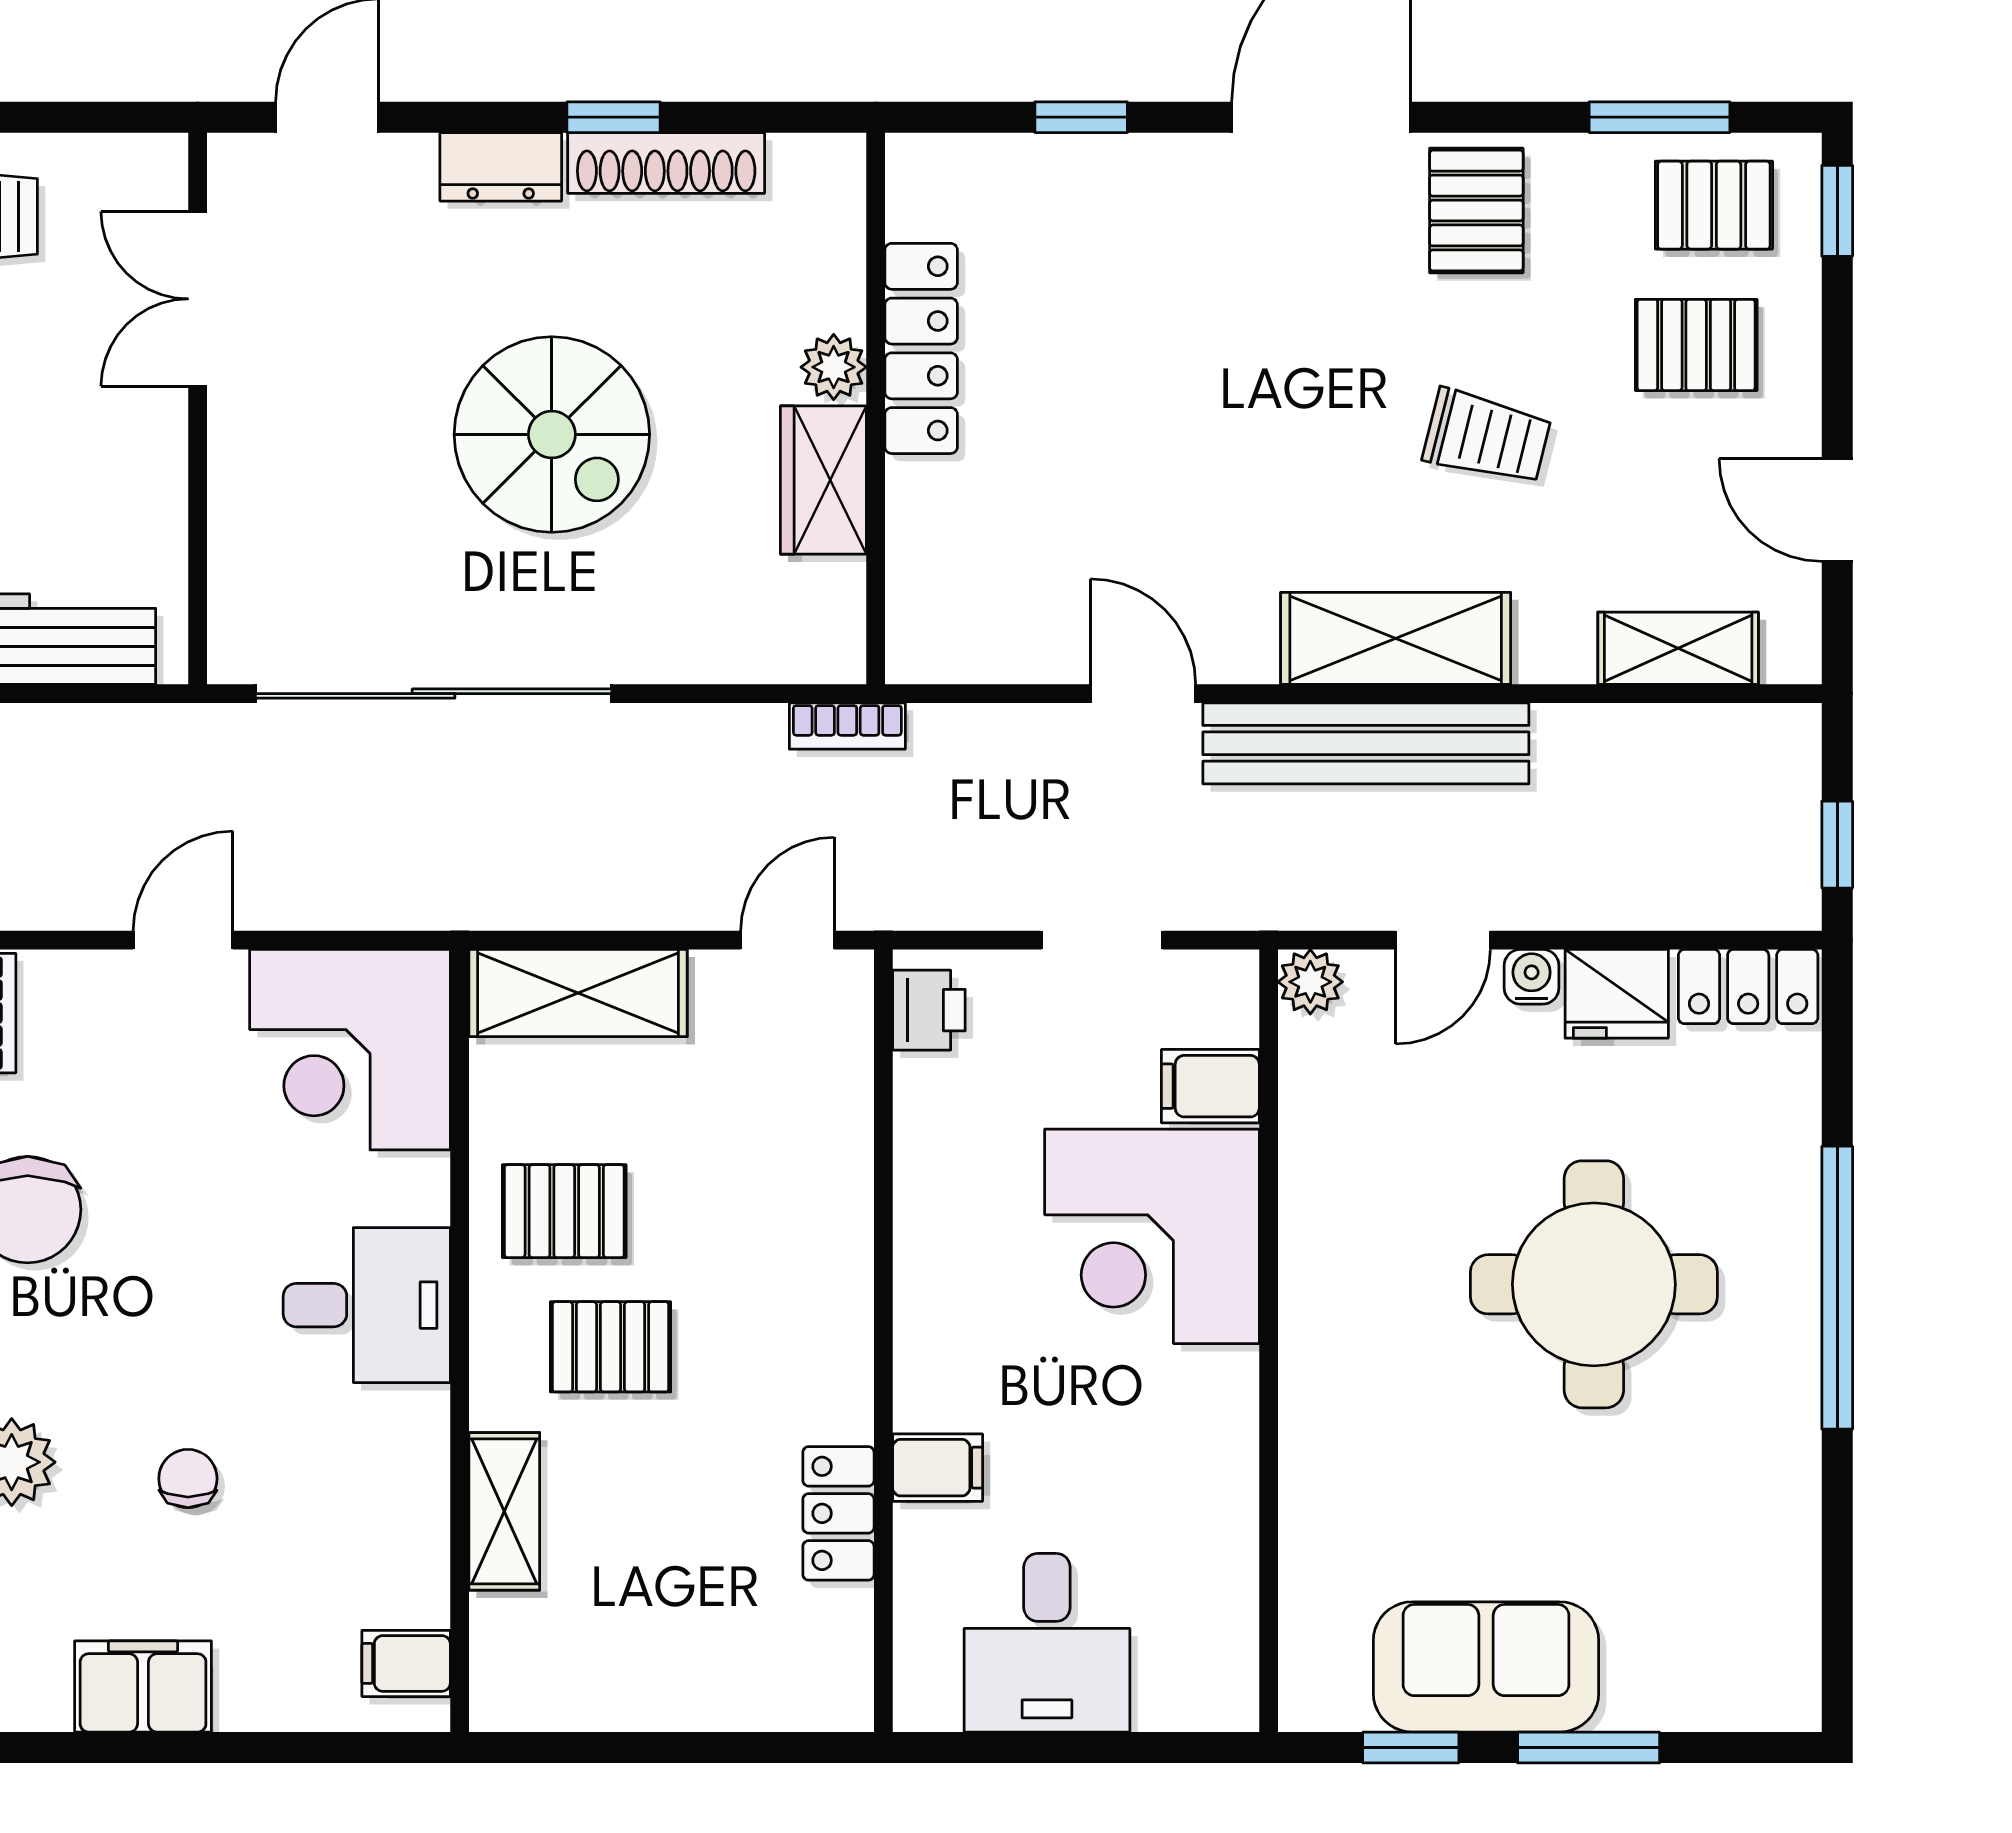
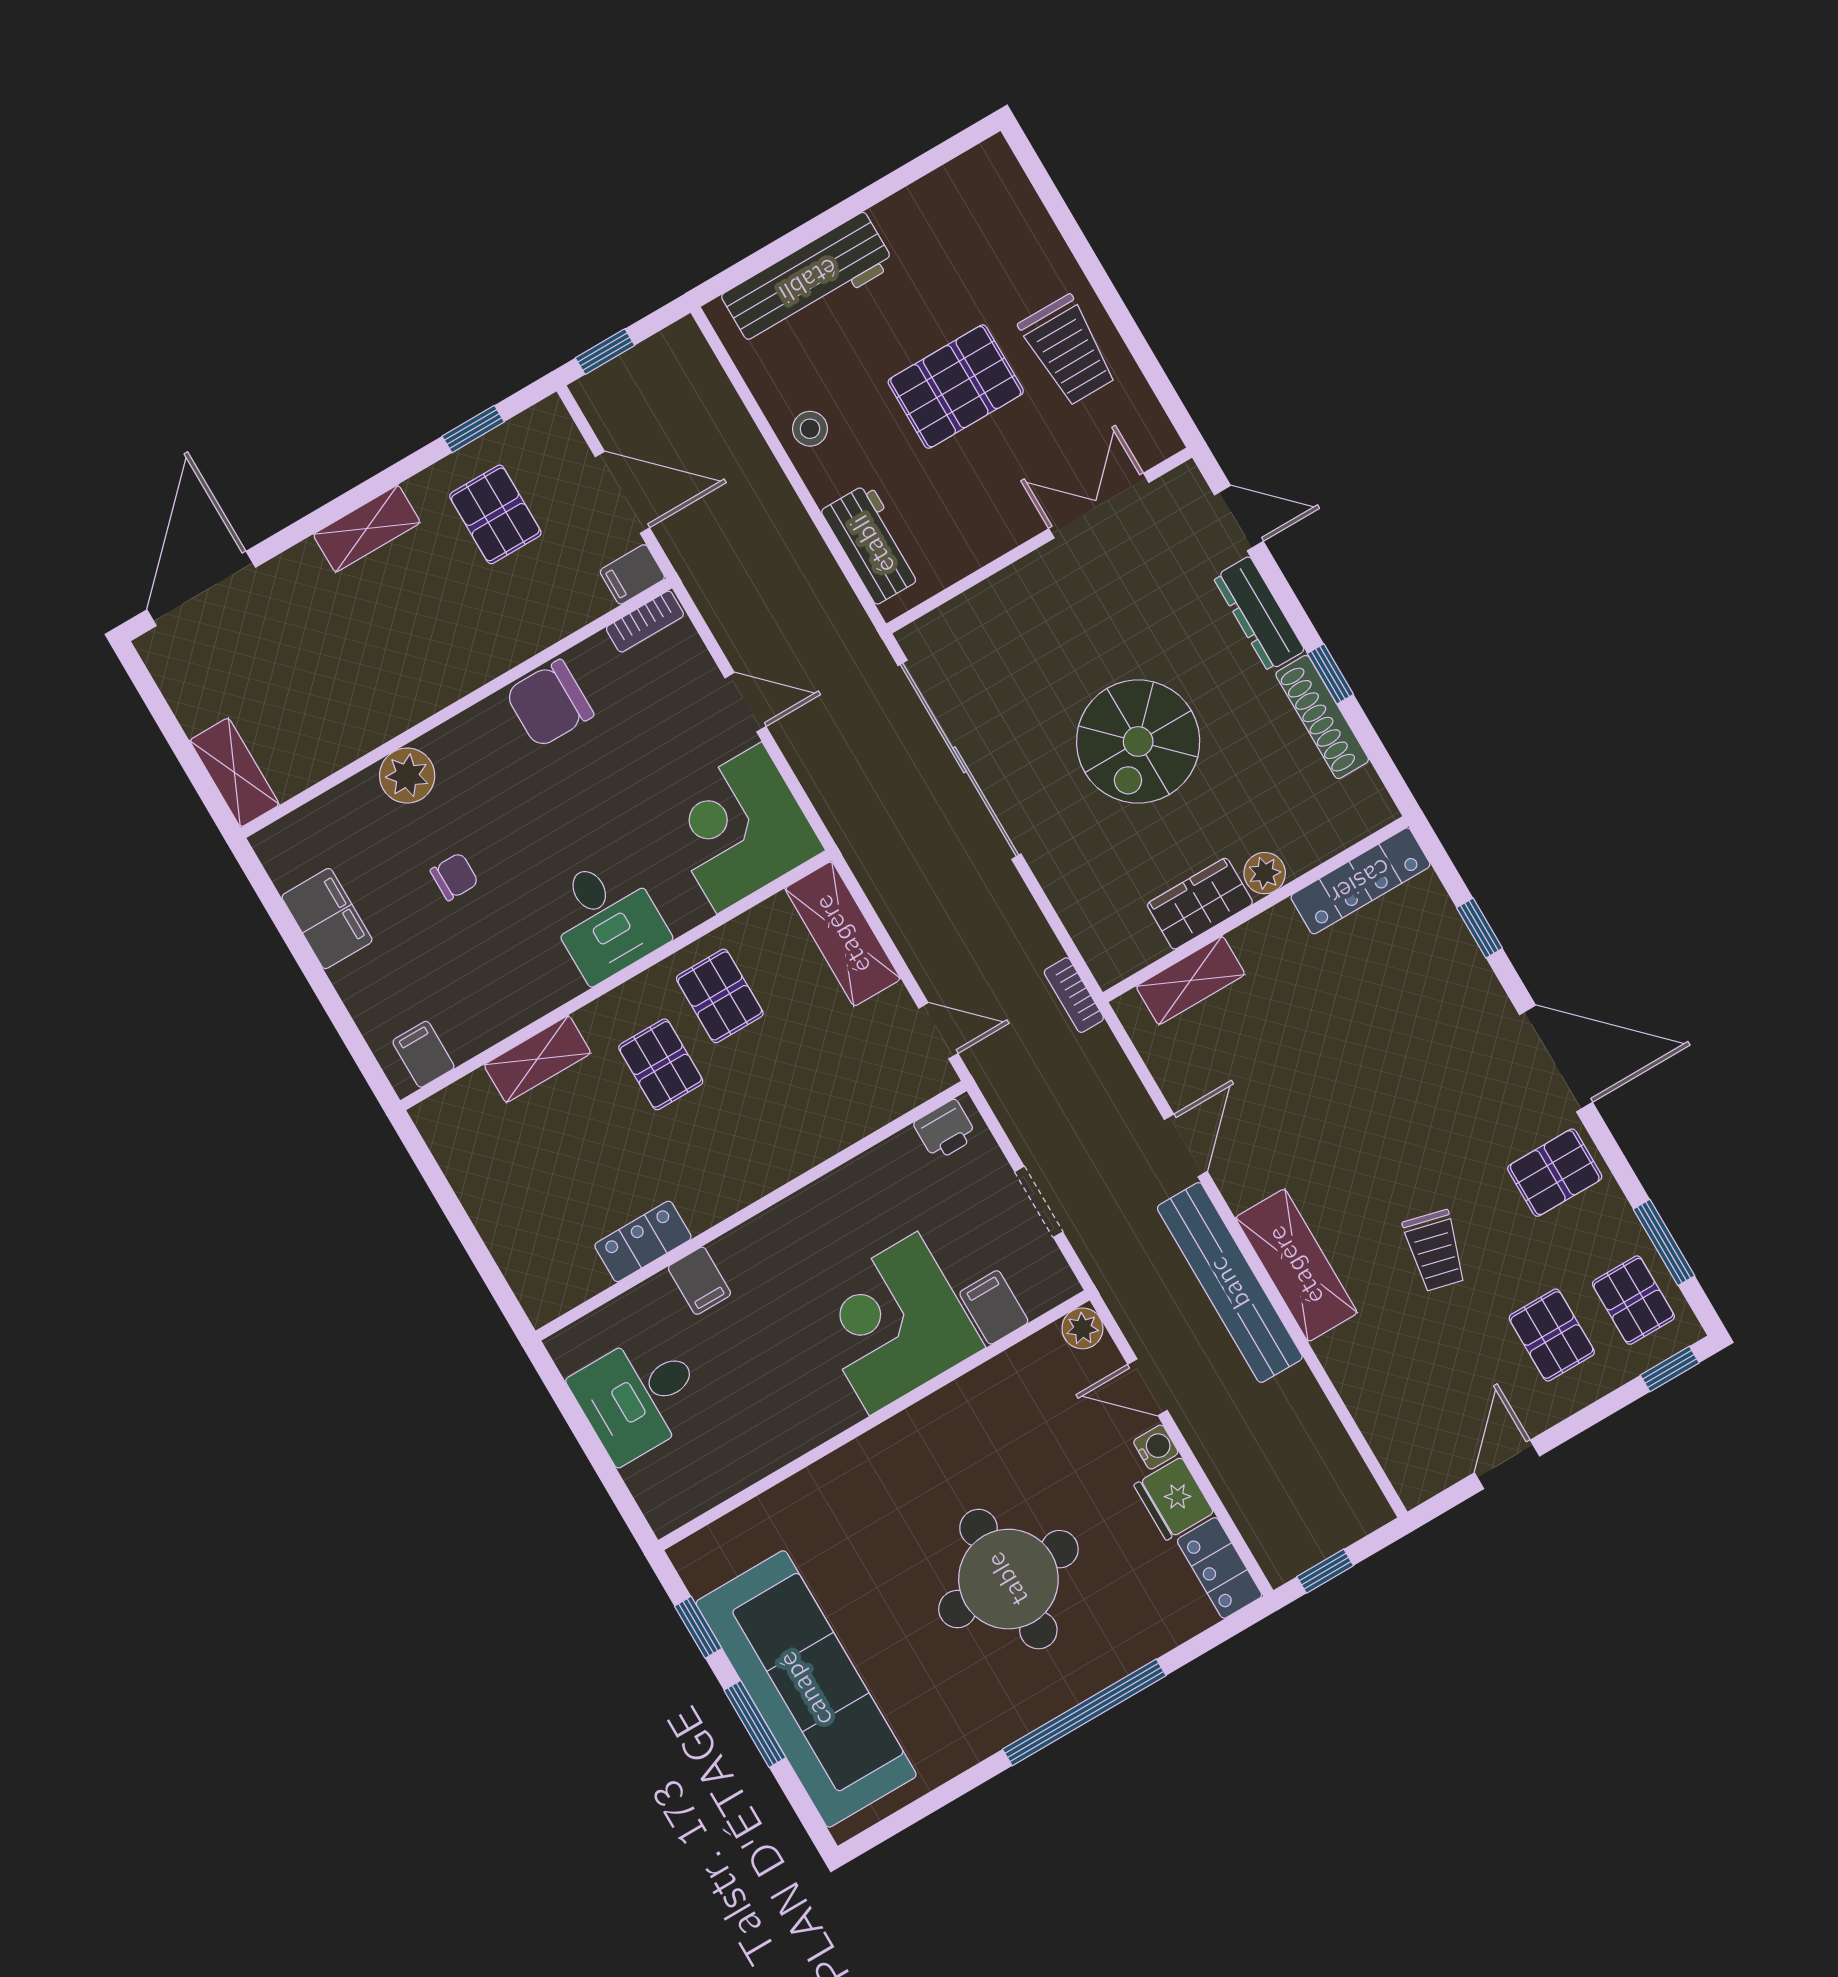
dresser: (501, 167) -> (1259, 614), width x1.44
locker: (921, 348) -> (1360, 881), moved
shelving: (1678, 648) -> (1191, 980), moved, turned 90
sofa: (1486, 1667) -> (806, 1689), width x1.85, depth x1.27

